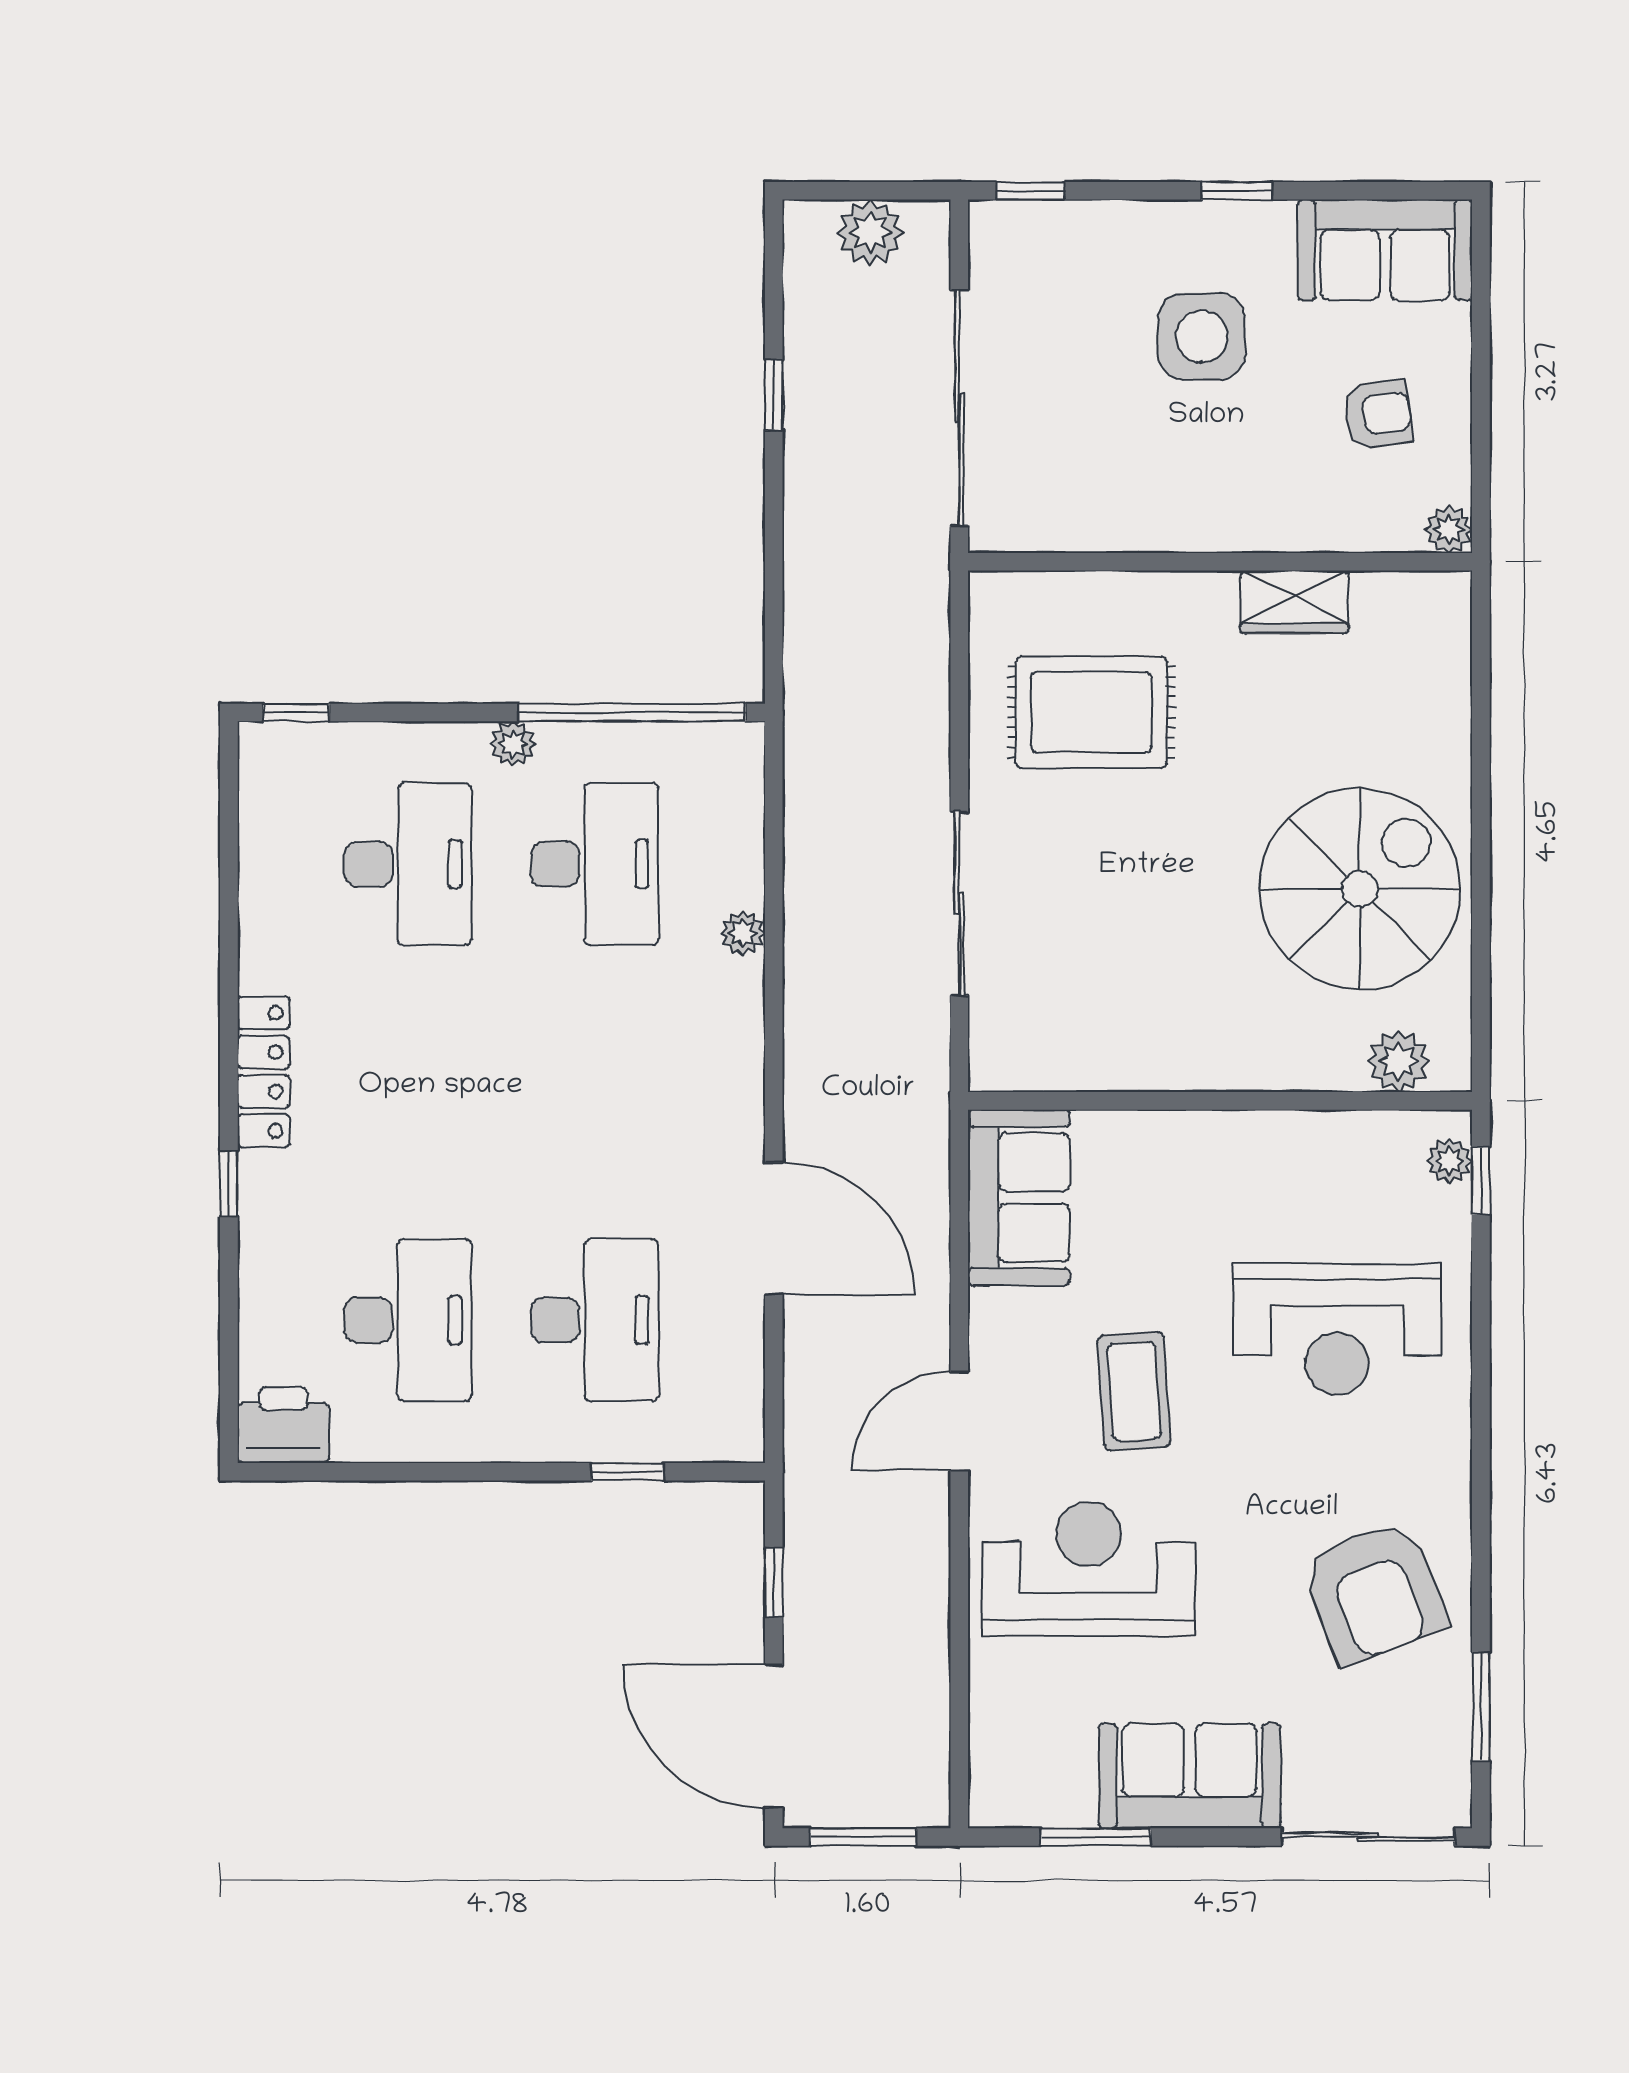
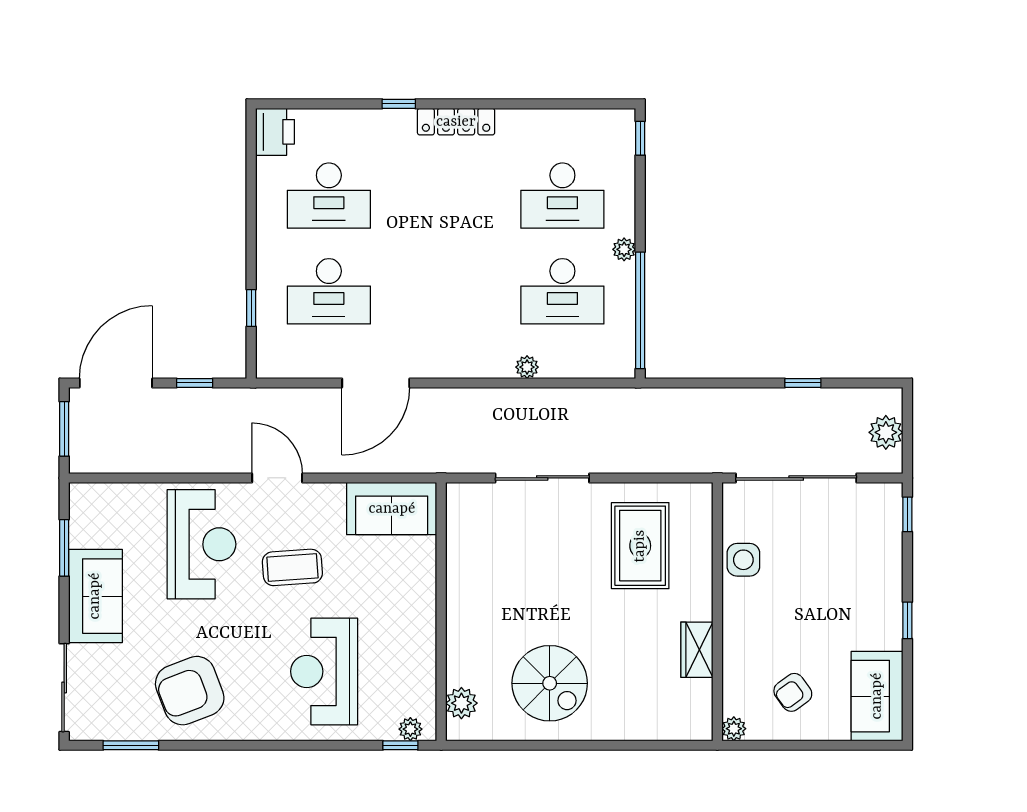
side table: (1202, 336) -> (743, 560), moved, width x0.73, depth x0.73
armchair: (1378, 414) -> (793, 692), turned 62
spiral stairs: (1360, 889) -> (550, 683), width x0.73, depth x0.73

